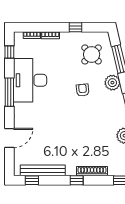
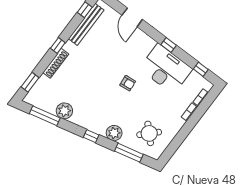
window: (75, 27) -> (181, 137), removed
armchair: (83, 90) -> (128, 83), moved
window: (9, 92) -> (169, 45), width x0.46

